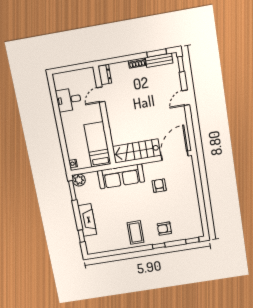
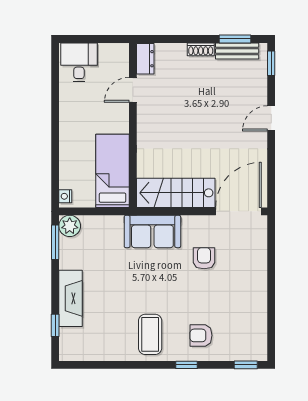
desk: (69, 100) -> (79, 62), moved, turned 90
sofa: (121, 176) -> (152, 231), width x0.73

